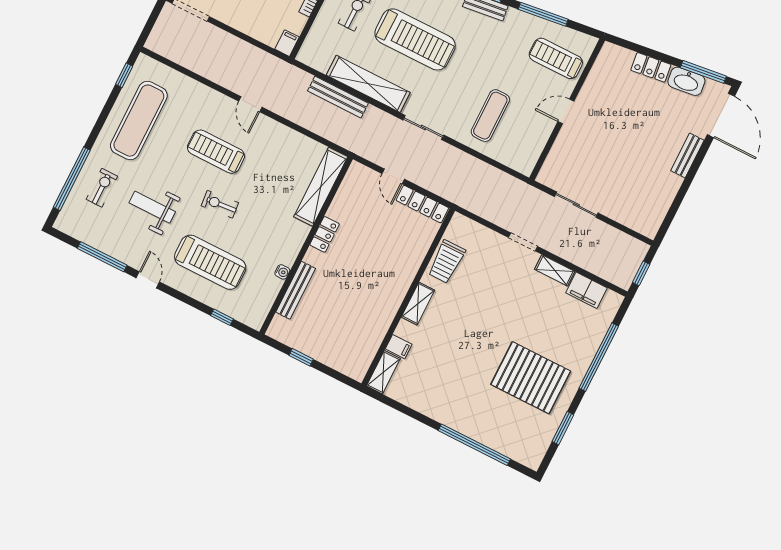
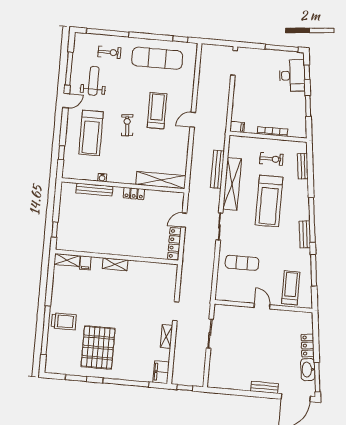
weight bench: (152, 207) -> (94, 81), moved
trolley: (446, 262) -> (64, 321), moved, turned 180
filing cabinet: (587, 290) -> (161, 372), moved
window: (301, 357) -> (55, 230), moved

